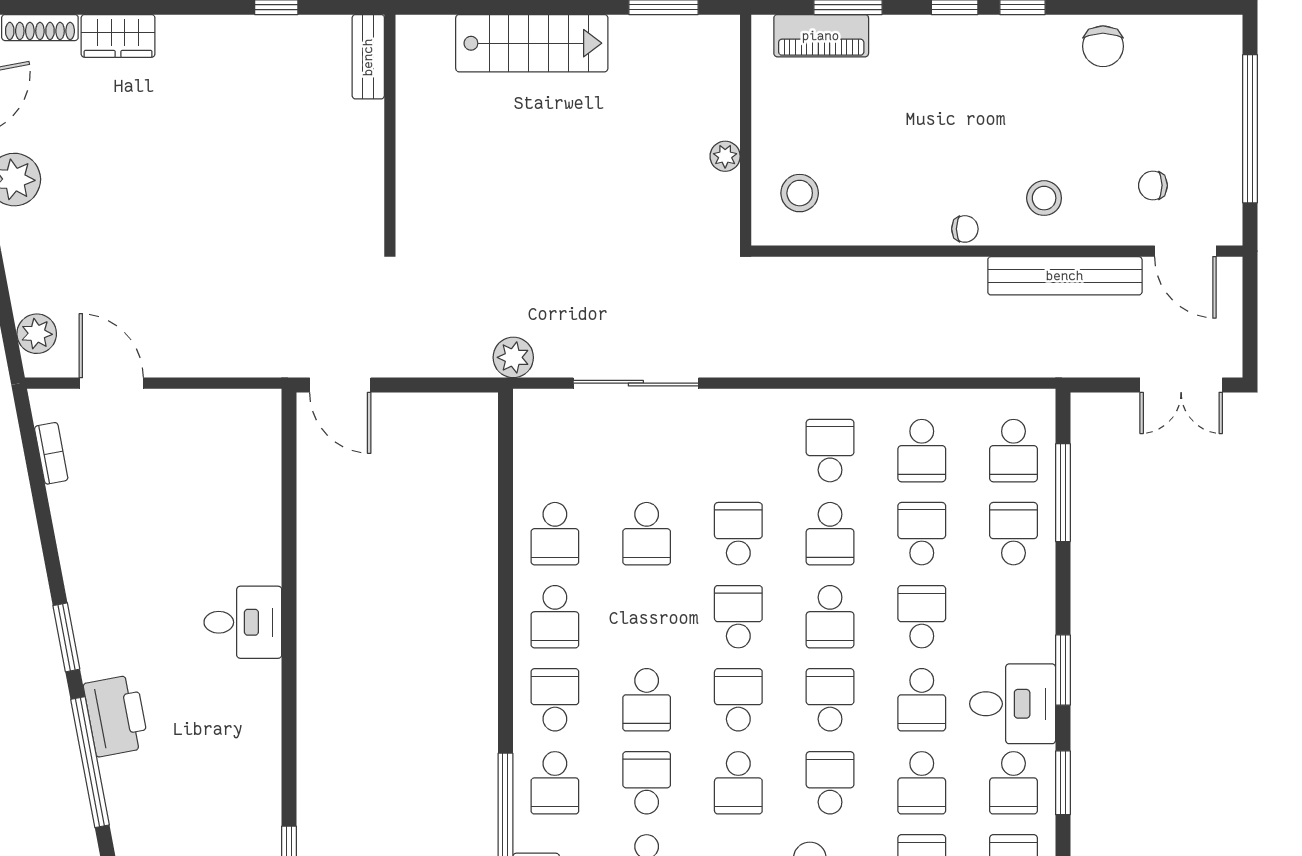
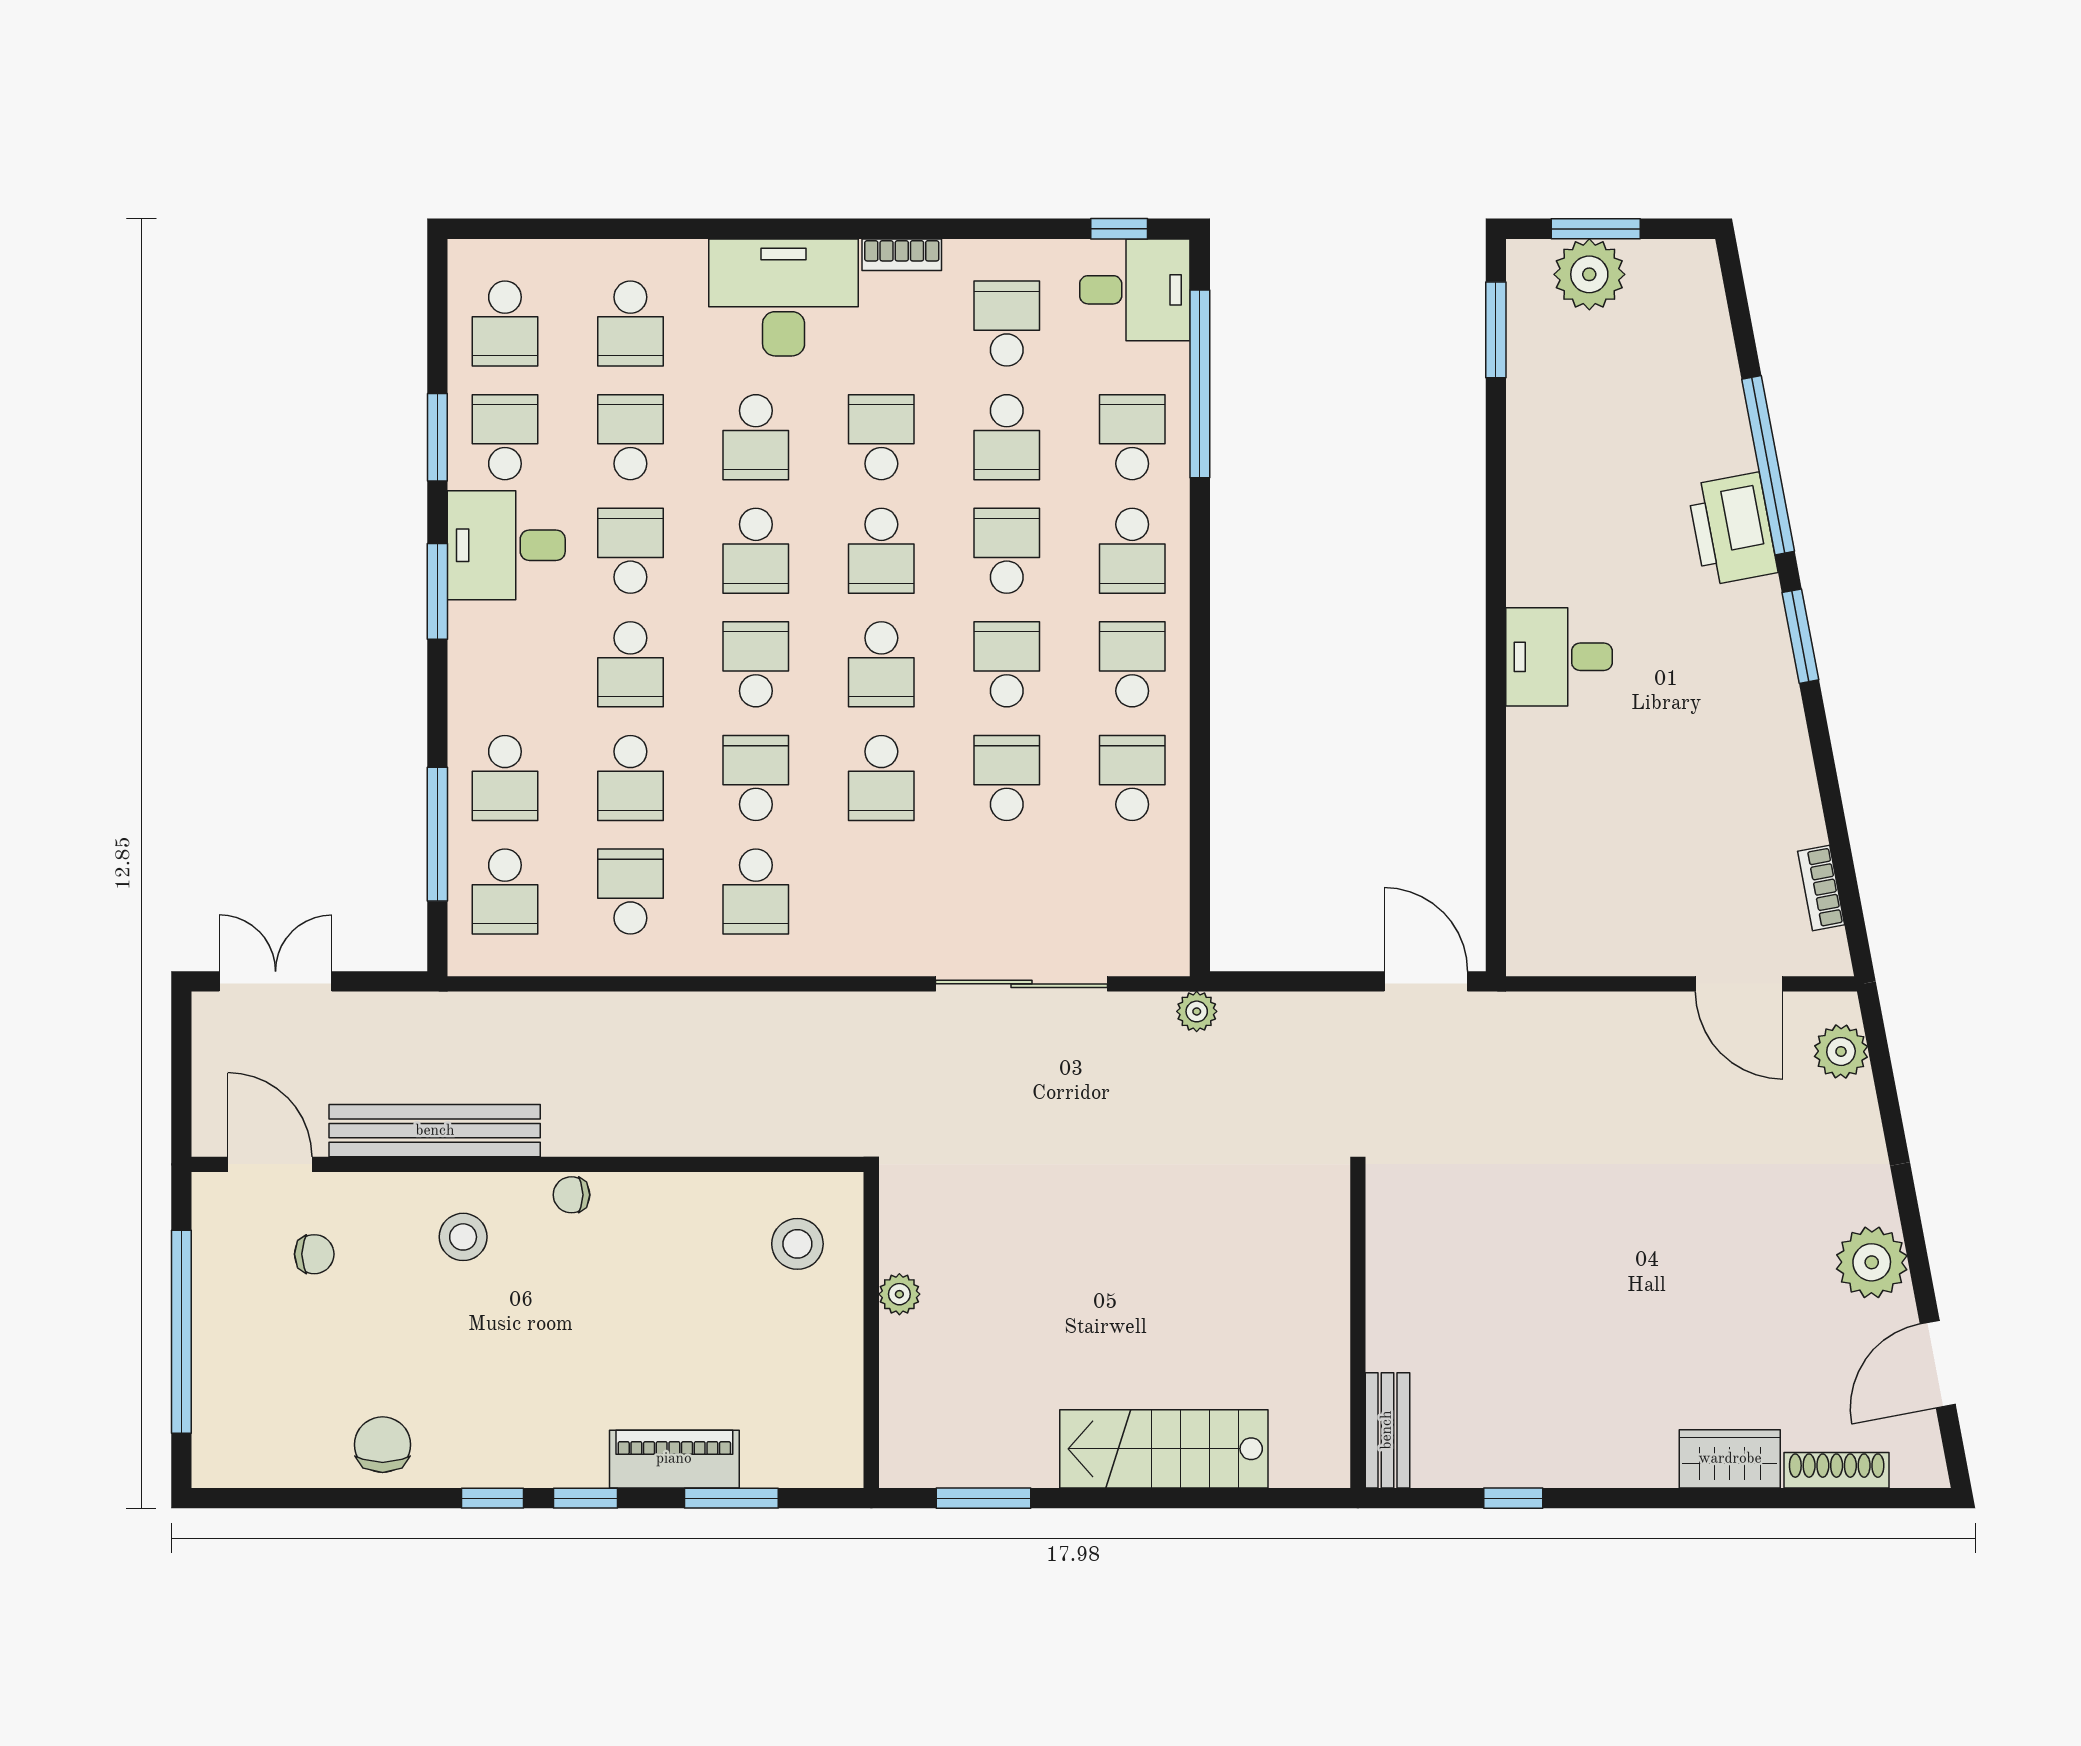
piano: (821, 36) -> (674, 1459), moved
plant: (513, 357) -> (1197, 1011), width x0.73, depth x0.73
school desk: (1013, 451) -> (505, 892), turned 180
school desk: (647, 617) -> (1007, 664), added

